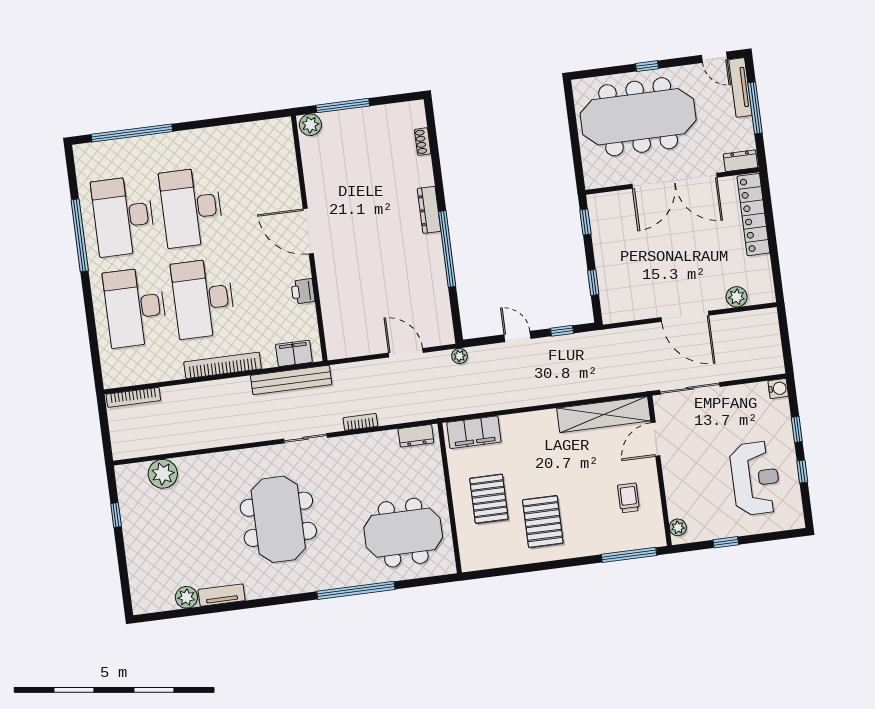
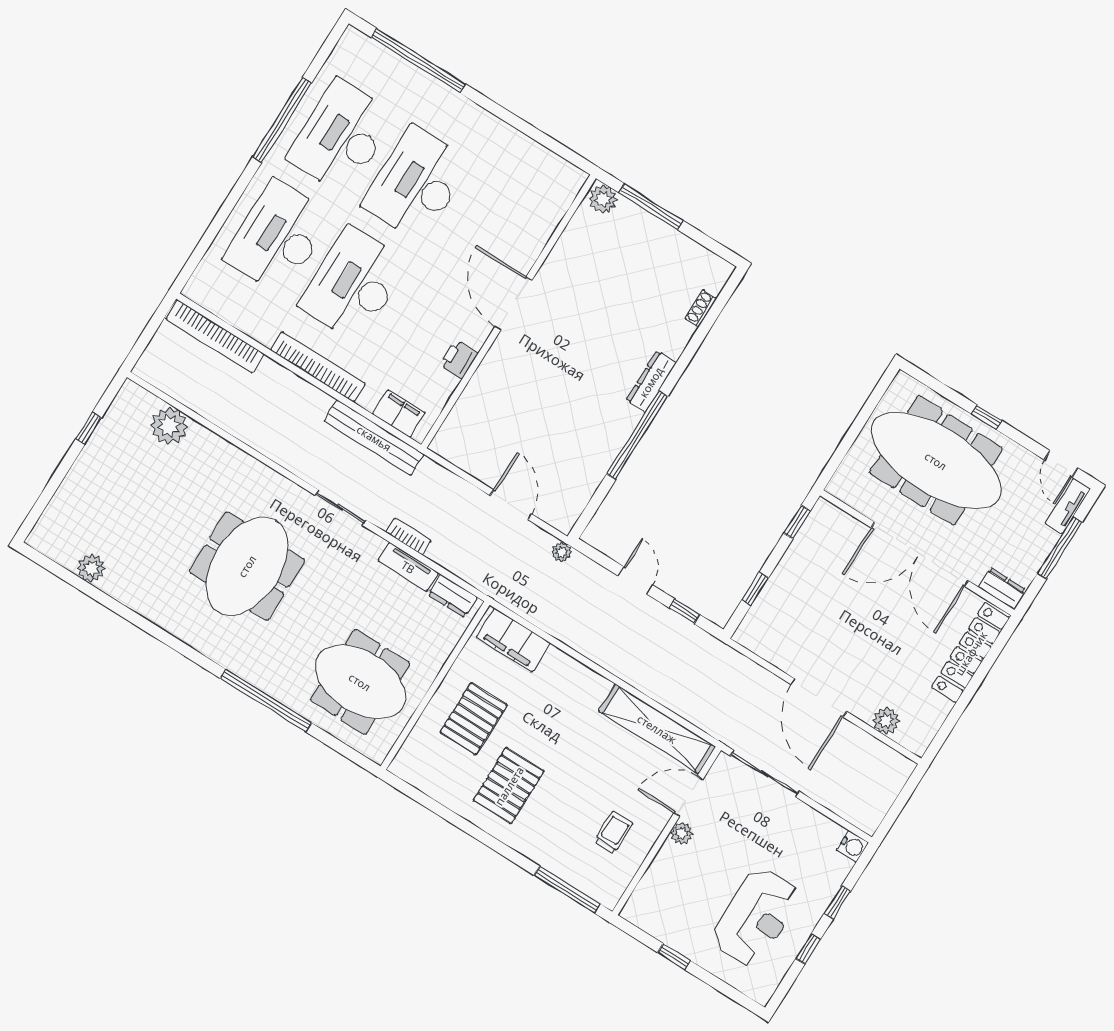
tv unit: (740, 87) -> (1068, 506), width x0.71
bookcase: (133, 397) -> (215, 337), width x1.48, depth x1.31
plant: (678, 527) -> (682, 833), moved
tv unit: (222, 595) -> (408, 567), moved, turned 180

